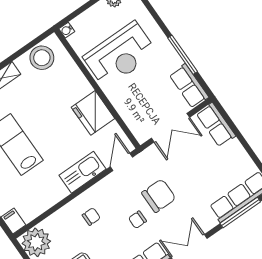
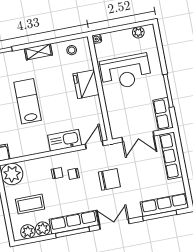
stool: (42, 58) -> (72, 50), width x0.53, depth x0.53
fridge: (93, 113) -> (86, 84), moved
row of seats: (216, 125) -> (171, 156), width x1.48
chair: (137, 220) -> (74, 174), moved

